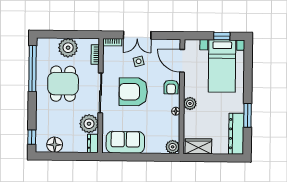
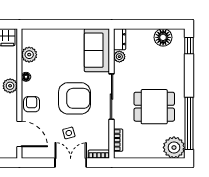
plant: (68, 48) -> (174, 148), moved
dining table: (63, 84) -> (154, 107), turned 90
plant: (89, 124) -> (119, 57), width x0.53, depth x0.53
sofa: (125, 142) -> (97, 50), moved, turned 90
plant: (173, 147) -> (29, 55), moved

